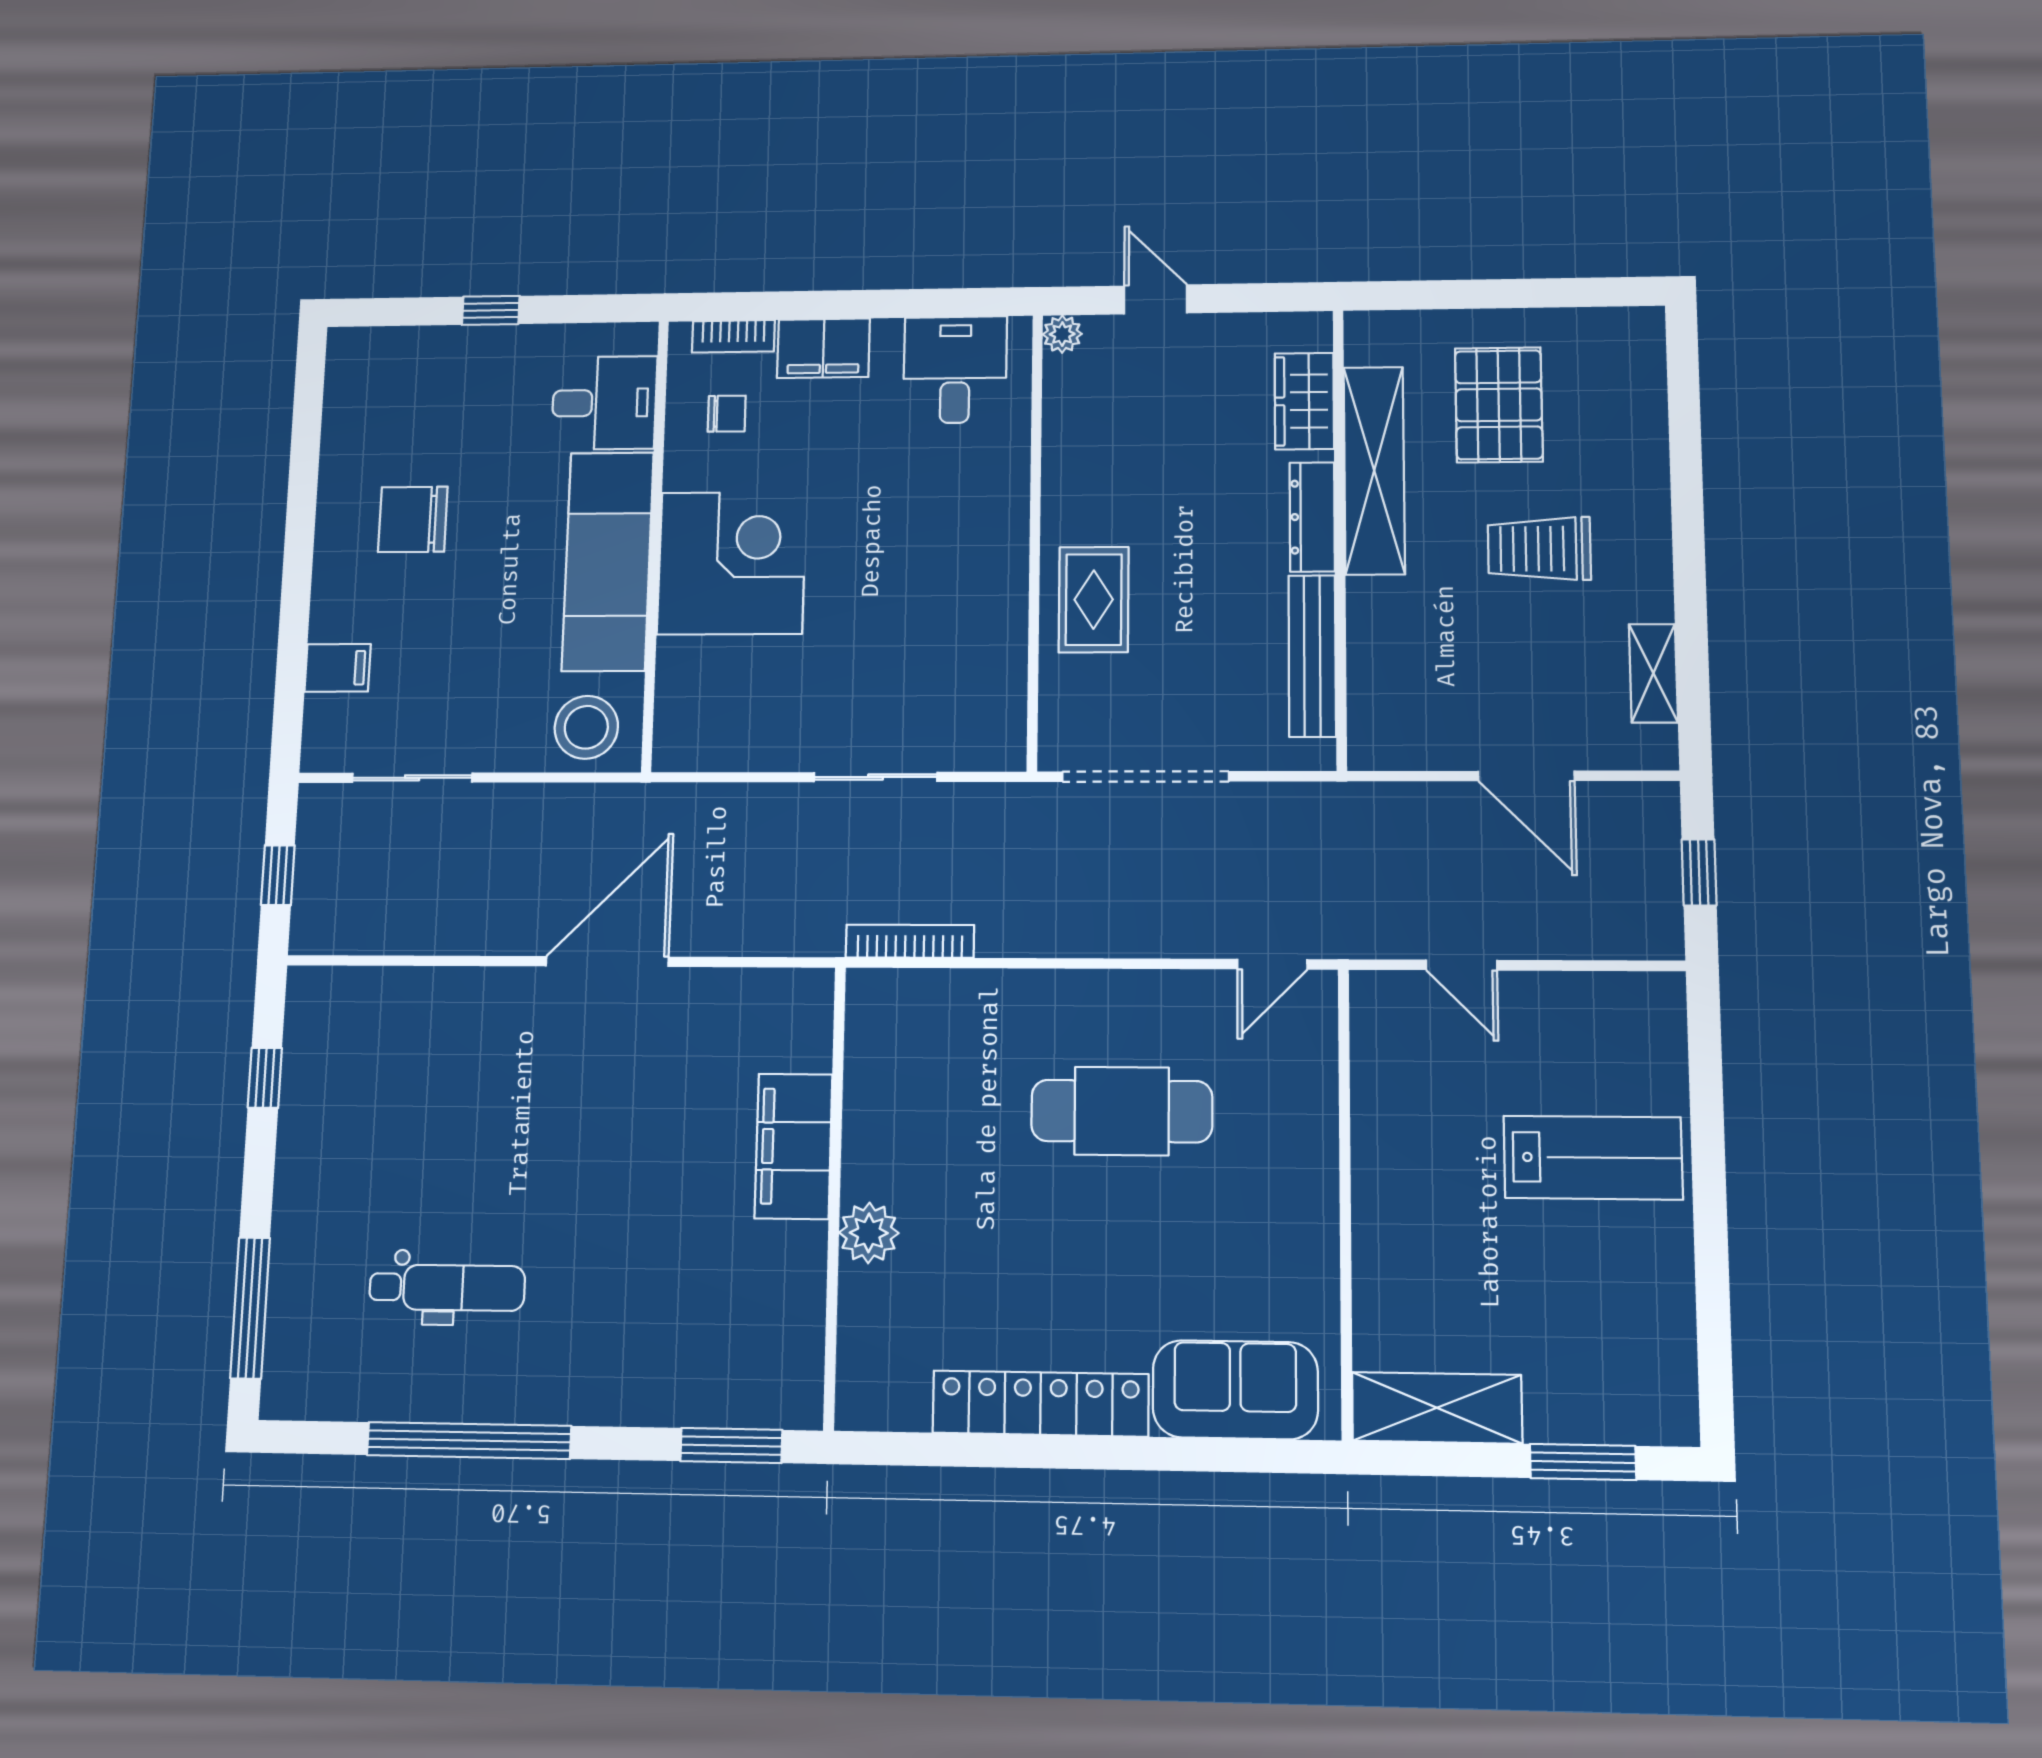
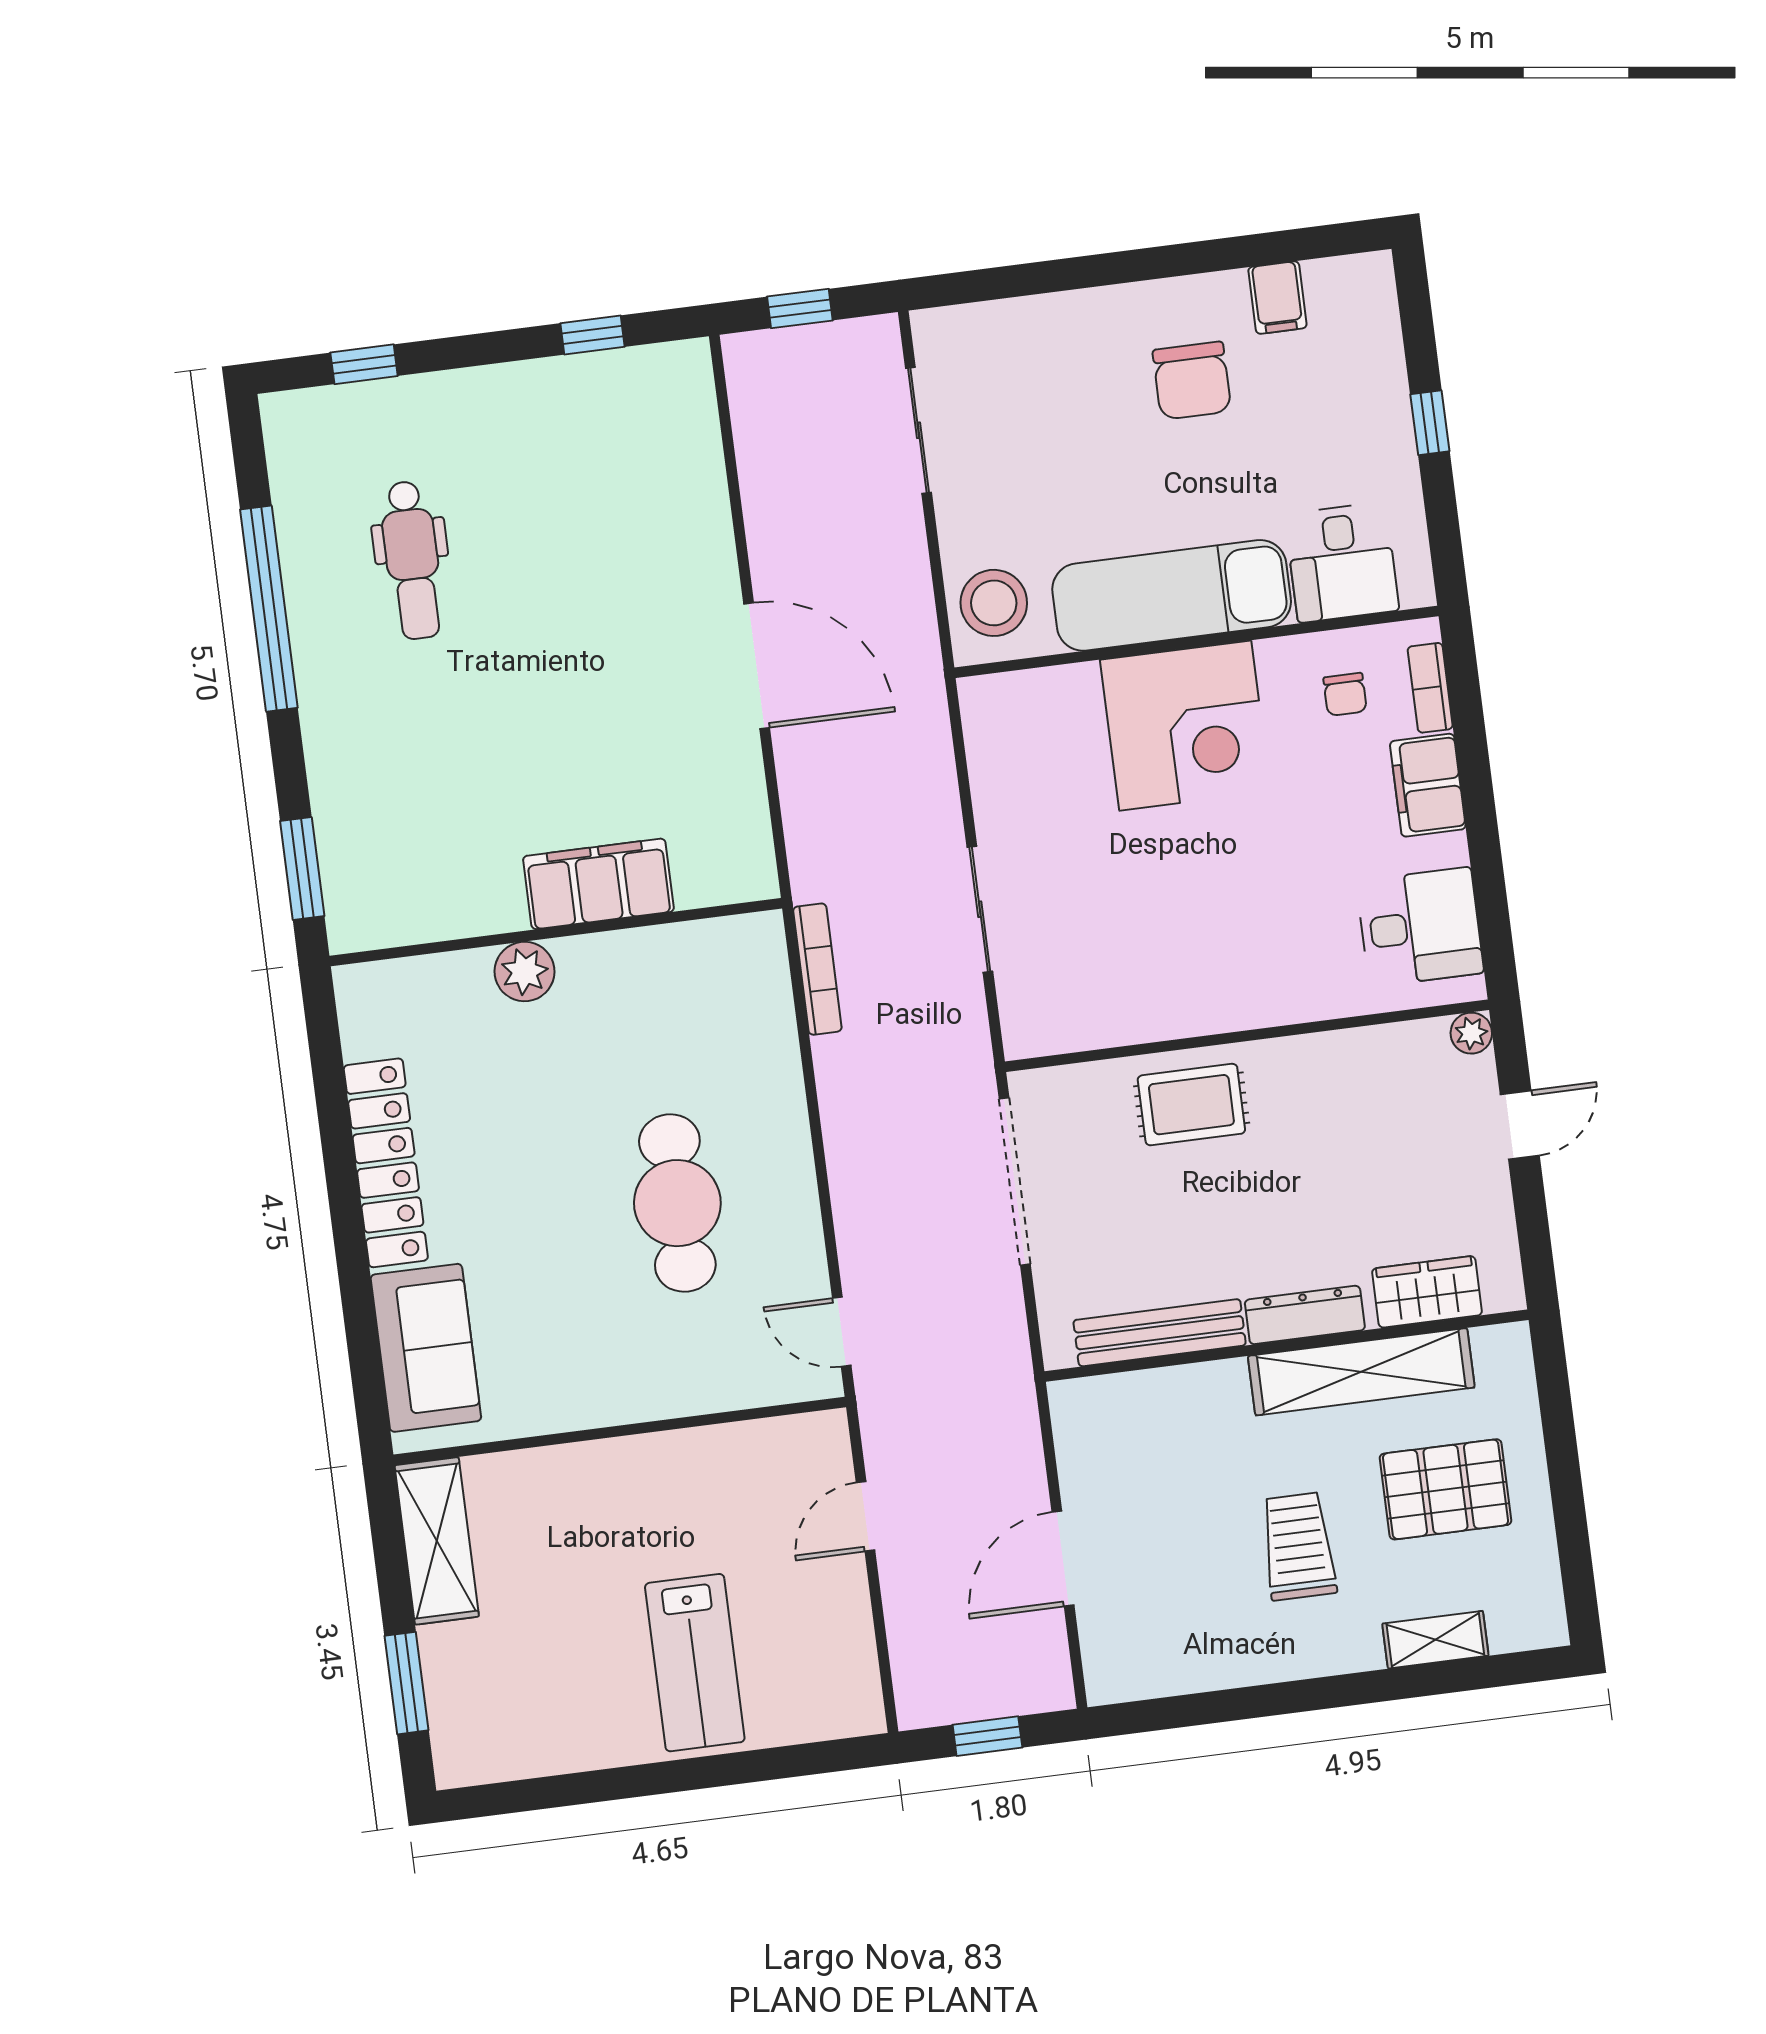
chair: (413, 519) -> (1192, 381), turned 180
filing cabinet: (338, 668) -> (1277, 298), moved
shelving: (1653, 673) -> (1435, 1640), moved
window: (250, 1308) -> (364, 364), width x0.46

